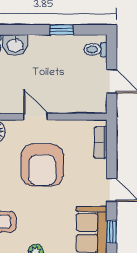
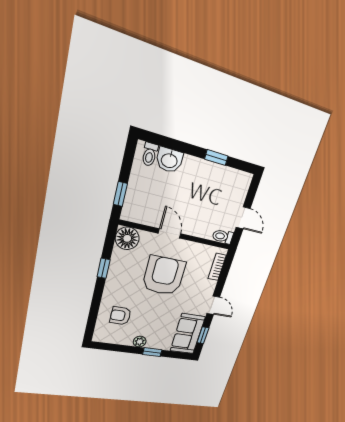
toilet: (95, 50) -> (223, 237), moved
armchair: (42, 165) -> (164, 276), turned 180

